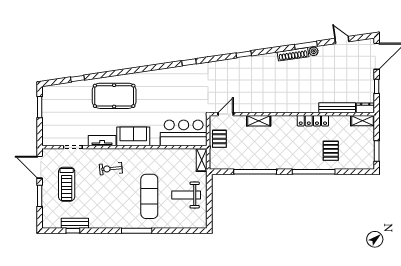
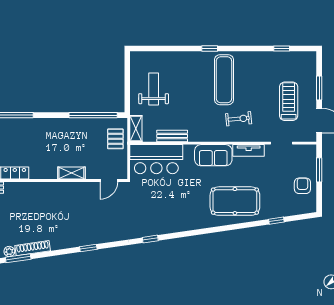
window: (40, 107) -> (319, 170), moved
armchair: (54, 109) -> (302, 186), added
pallet: (219, 139) -> (115, 139), moved
window: (255, 172) -> (93, 115), moved
weight bench: (186, 195) -> (154, 89), turned -90
exercise mat: (149, 196) -> (224, 80), moved
bench: (75, 223) -> (172, 136), moved
window: (137, 231) -> (210, 49), width x0.46

